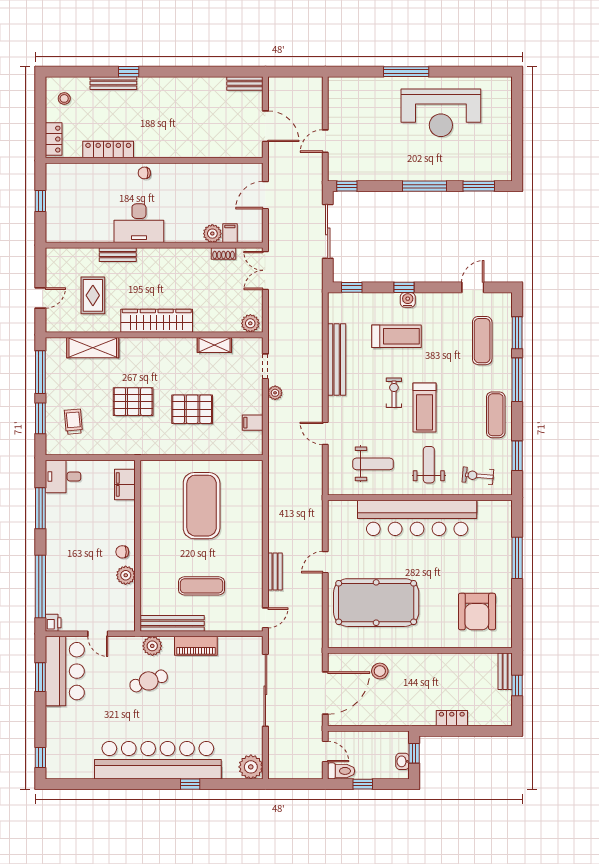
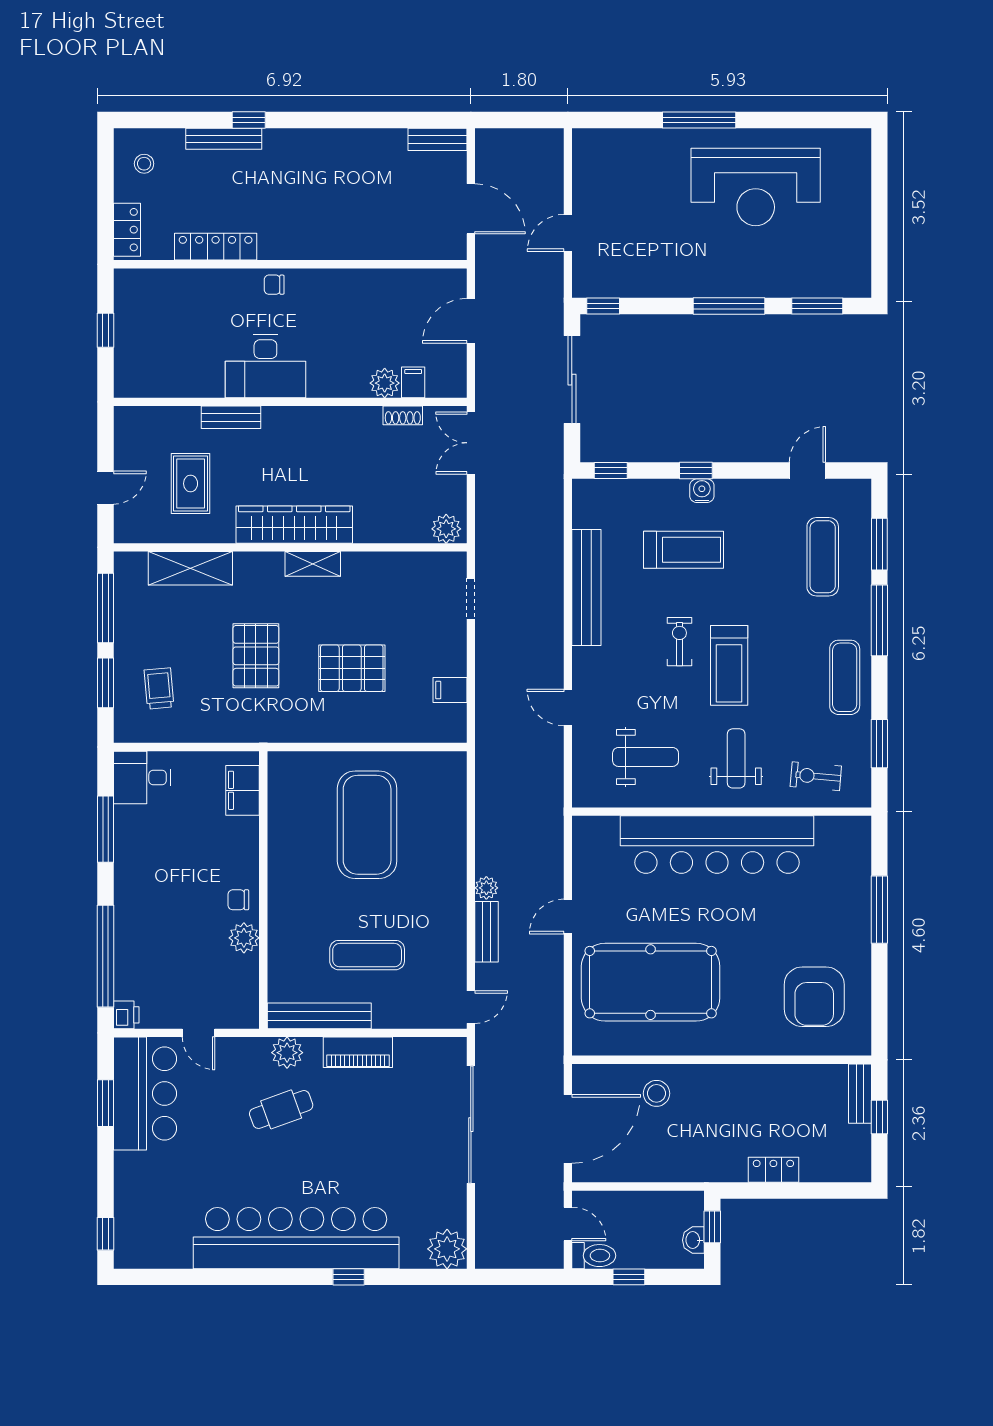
shelving: (214, 345) -> (313, 564), moved
plant: (275, 393) -> (486, 888), moved
pallet: (133, 402) -> (256, 656), turned 90

